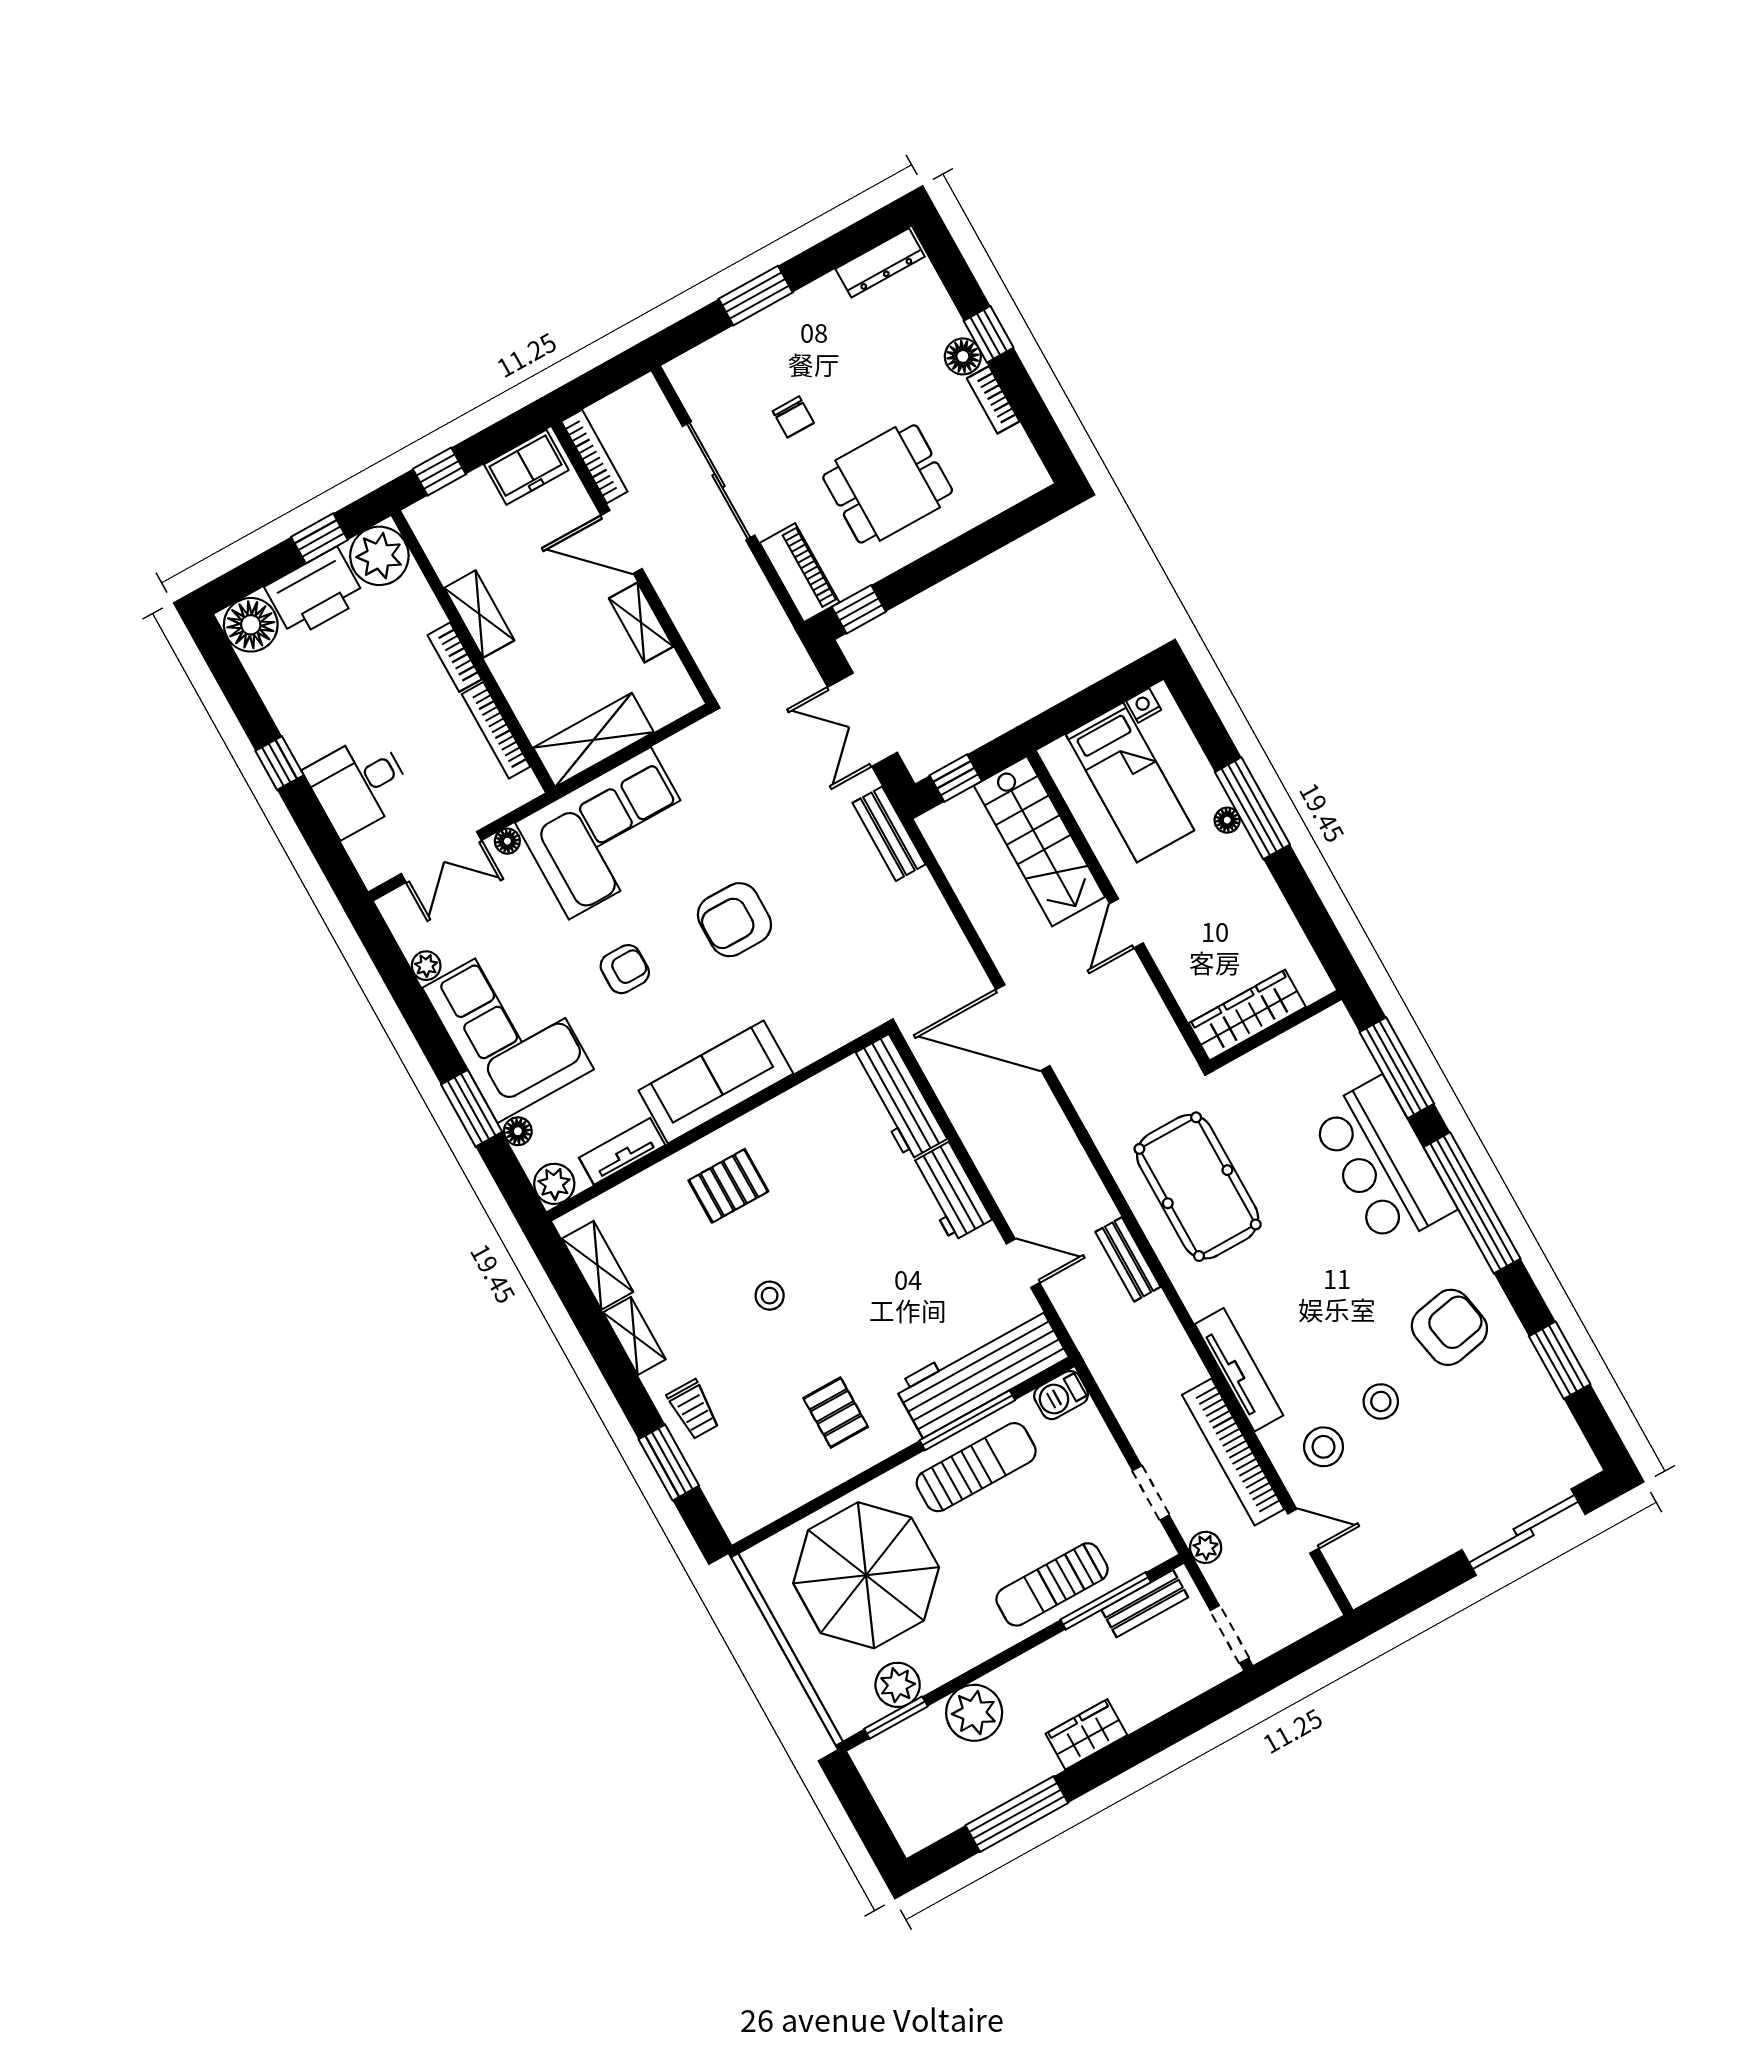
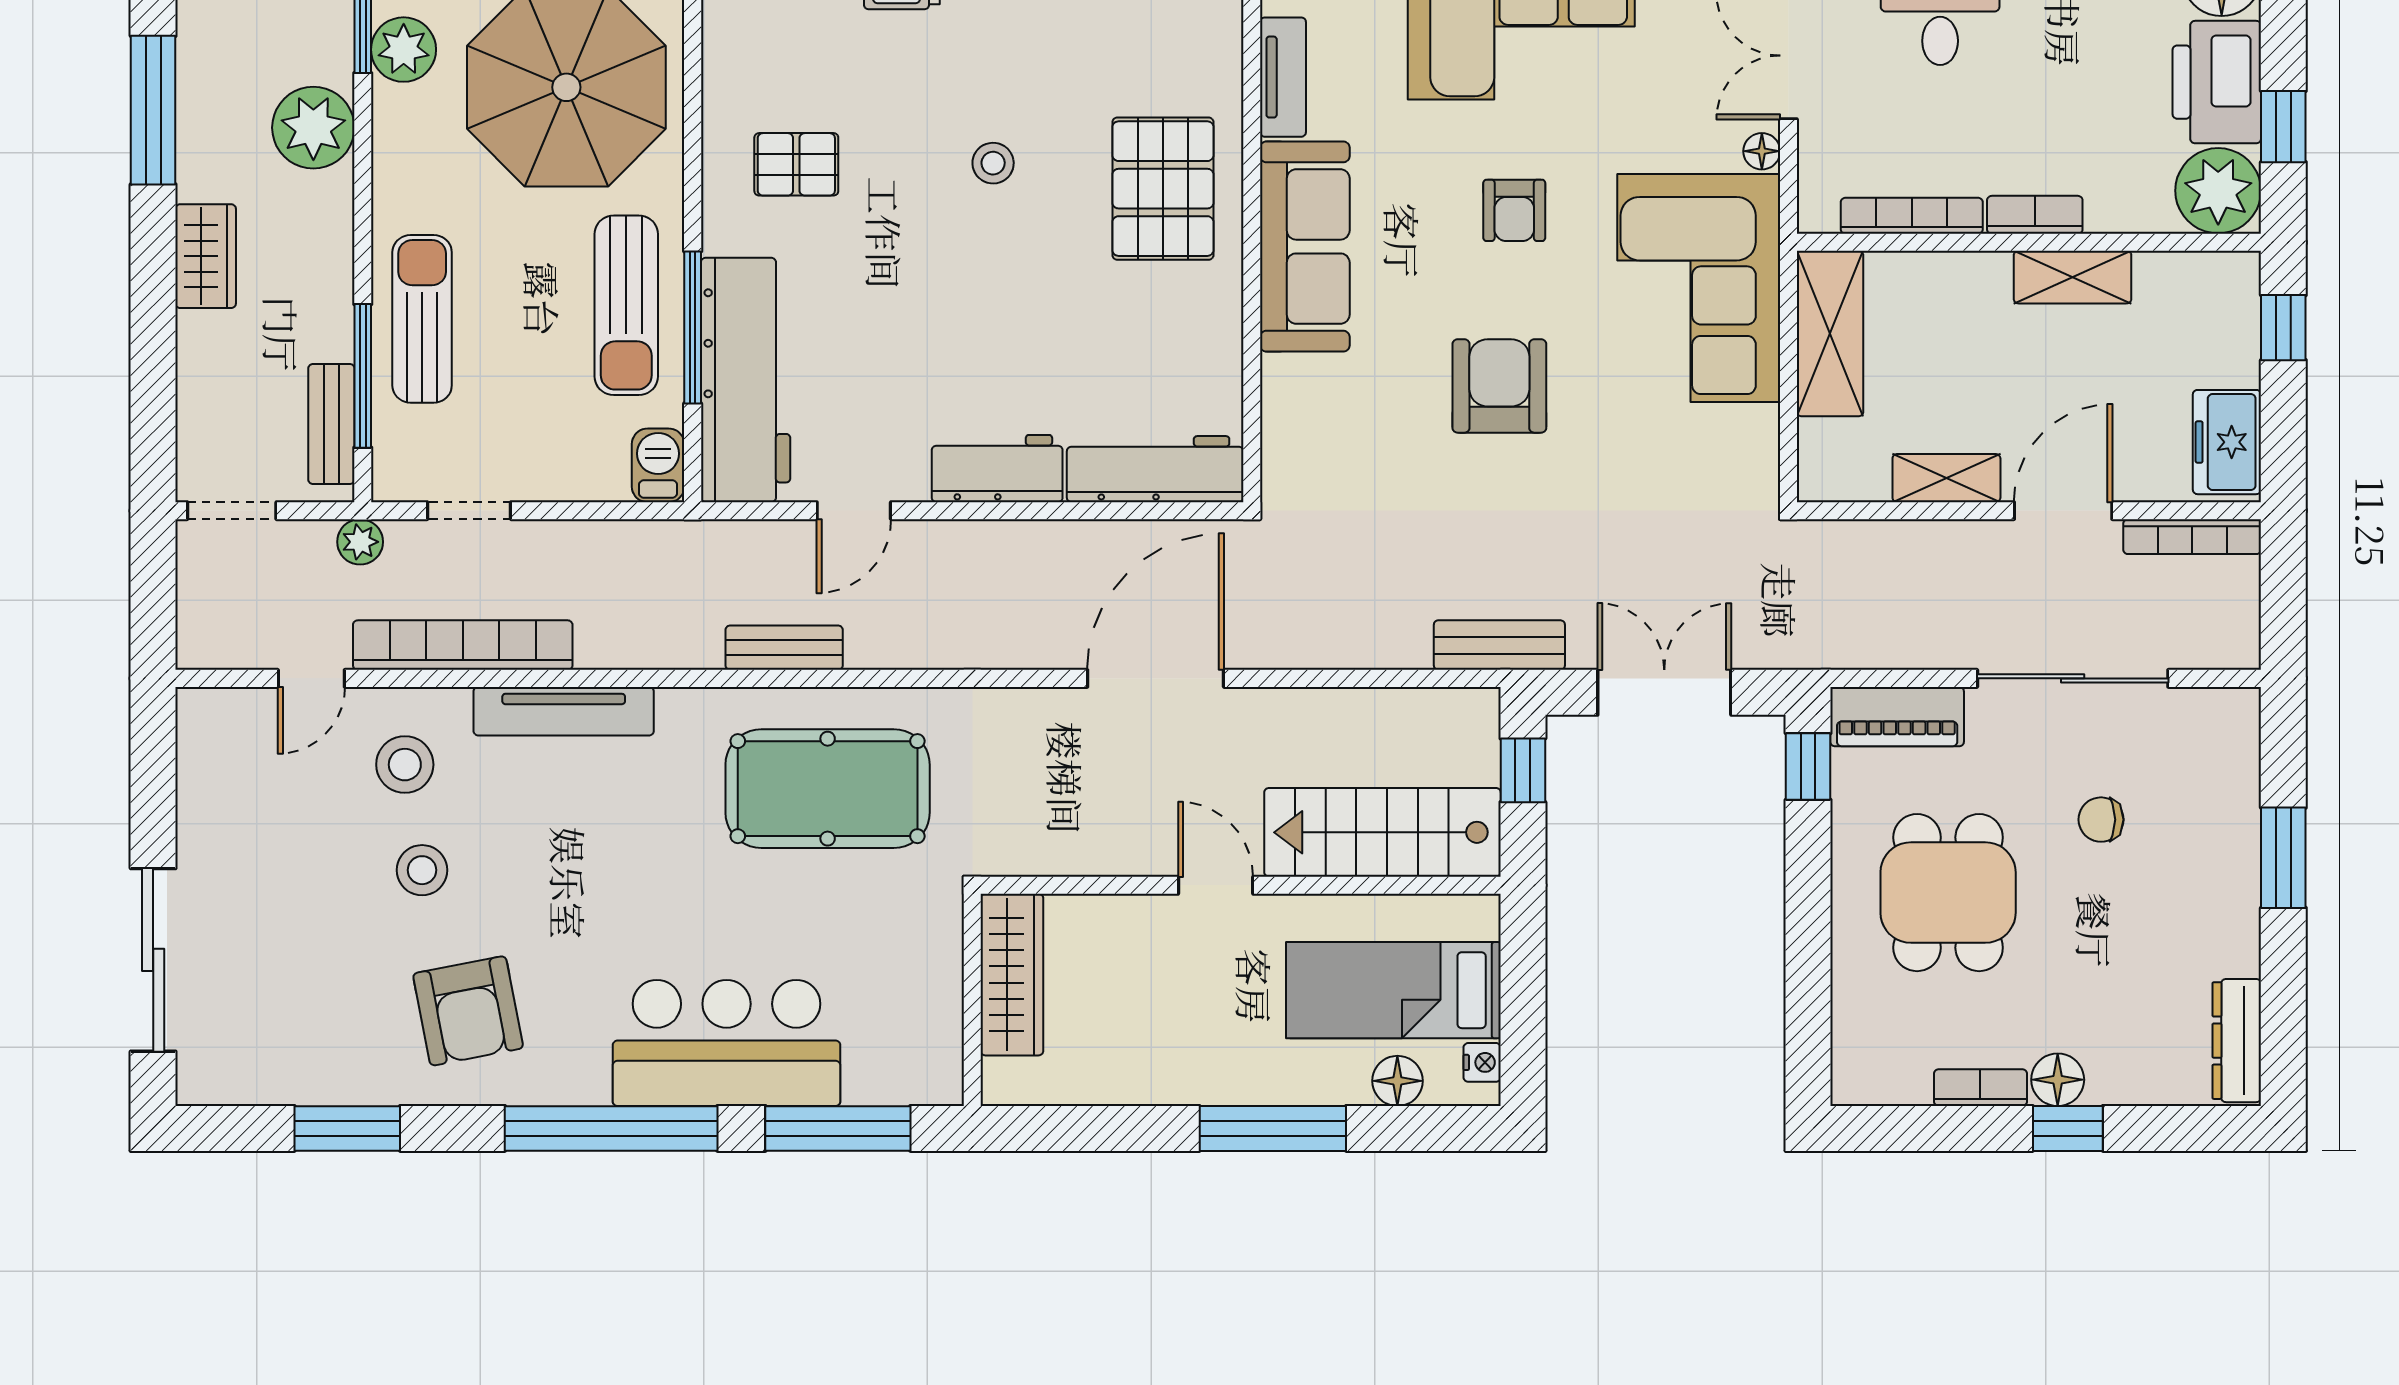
floor lamp: (1227, 820) -> (1397, 1081), moved, width x1.37, depth x1.37
pallet: (728, 1186) -> (1163, 189), width x1.50, depth x1.42

